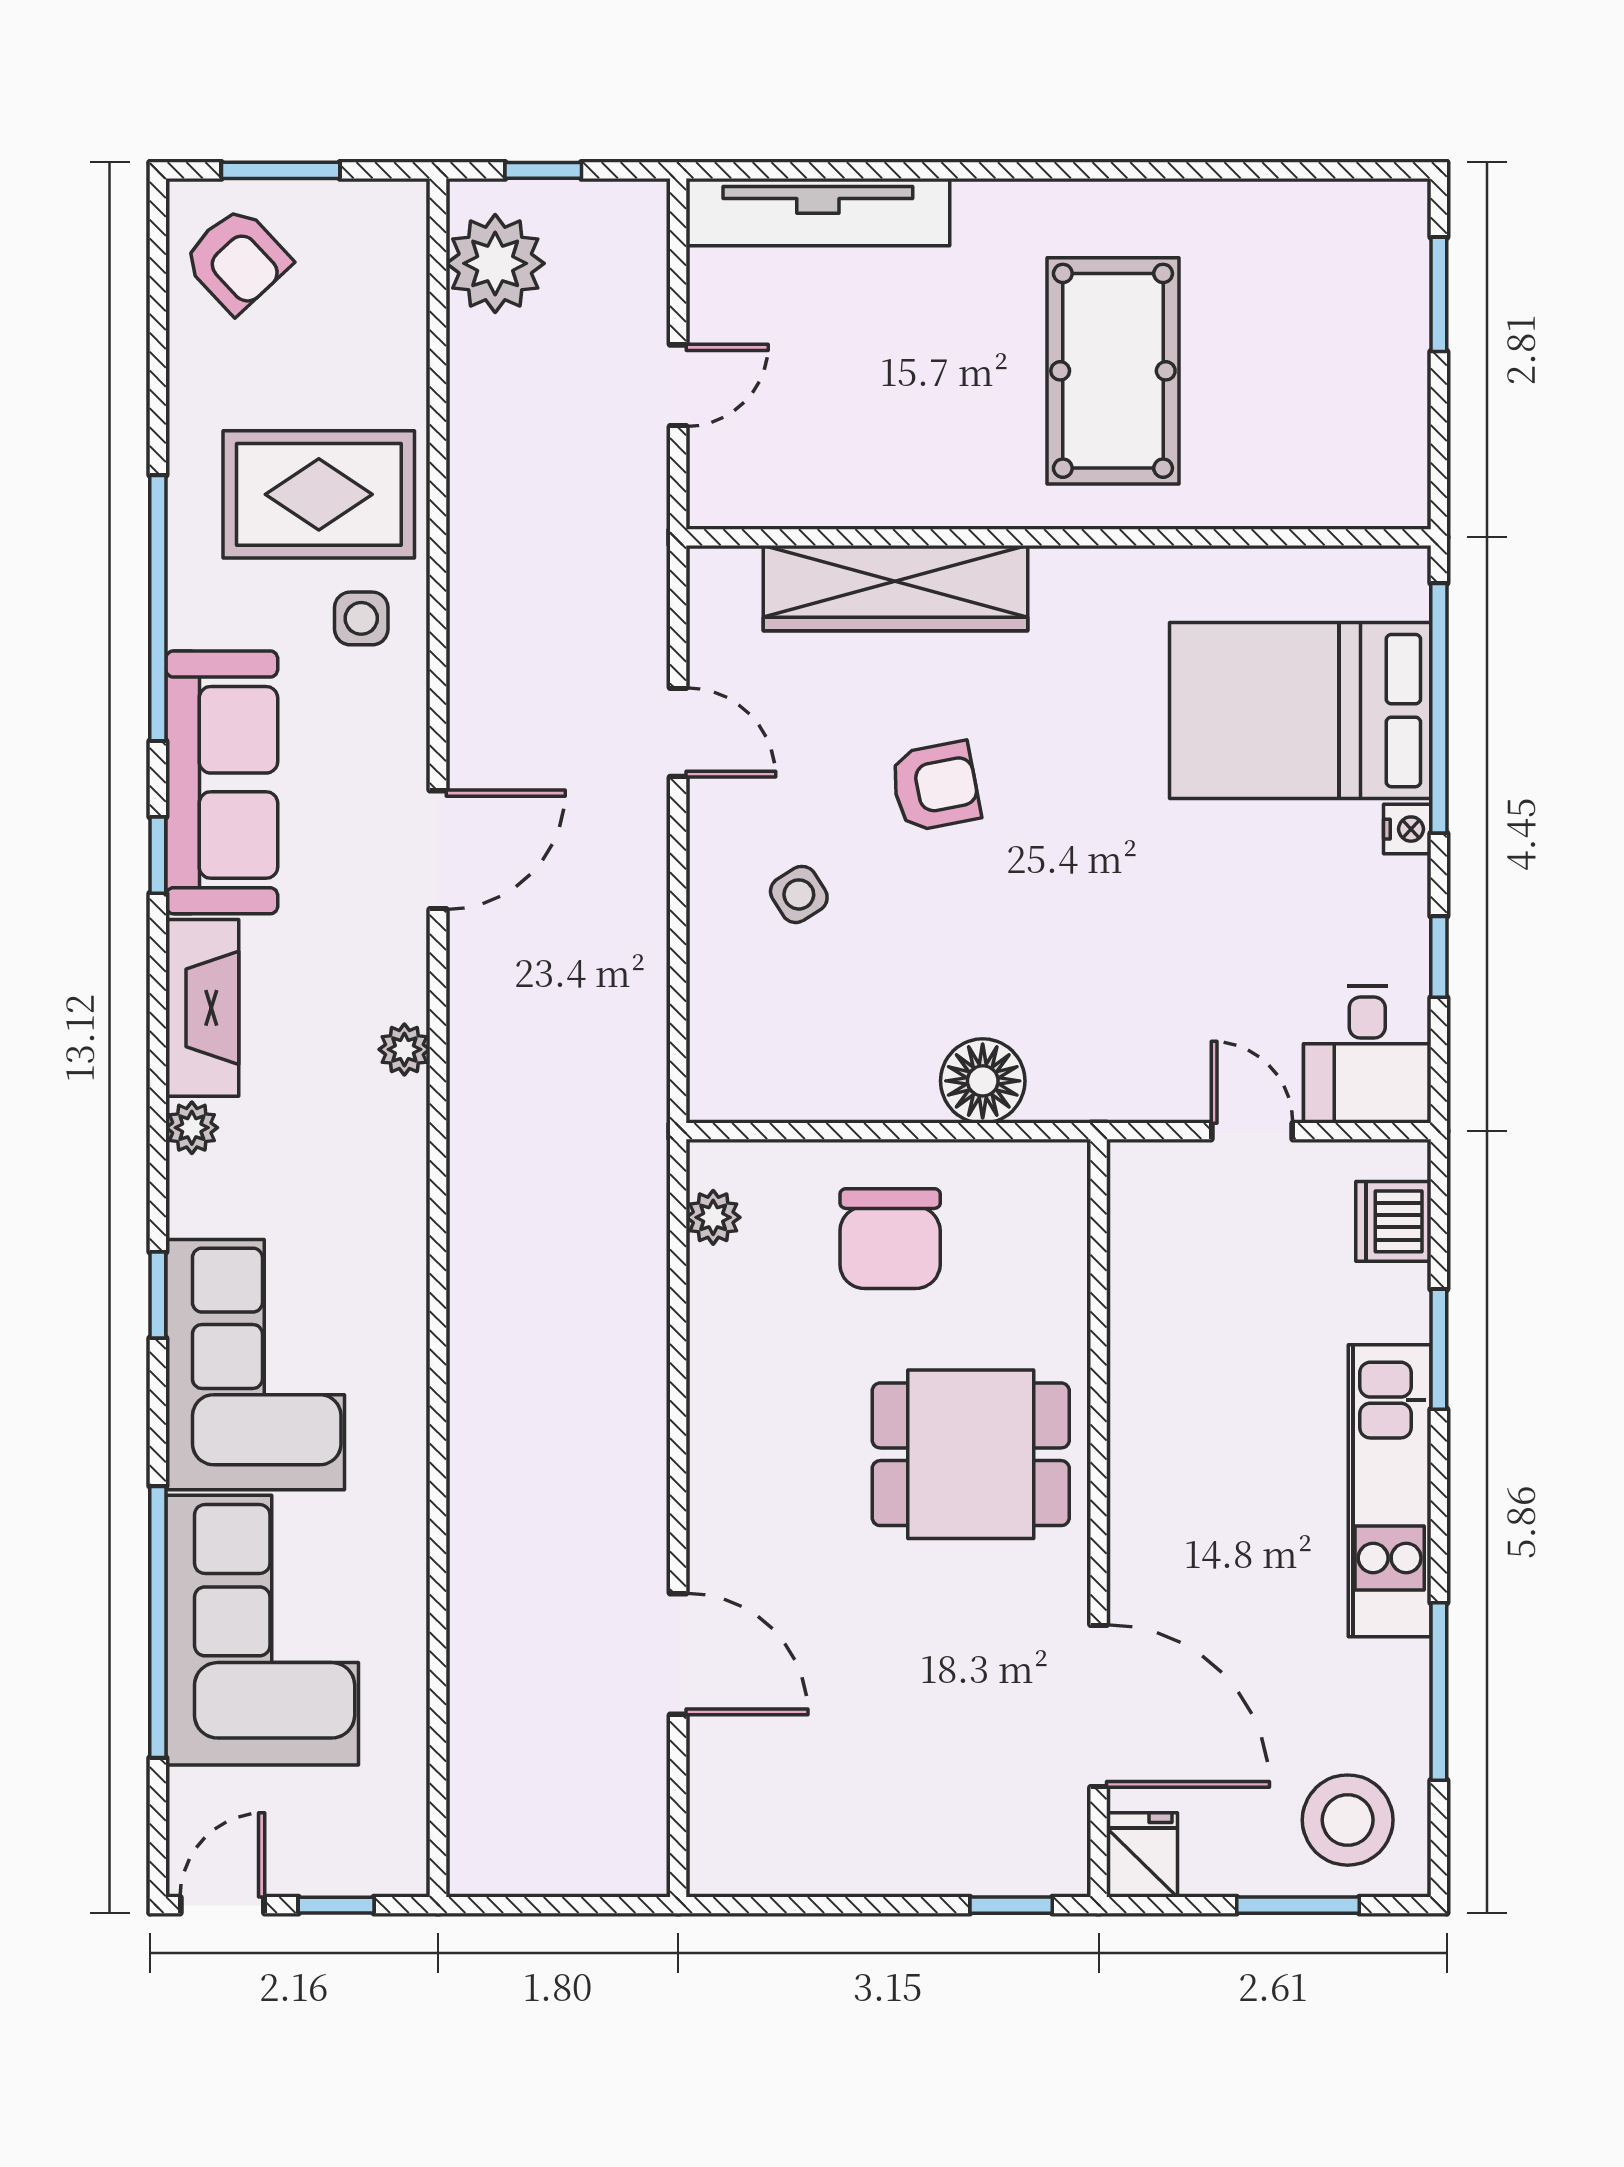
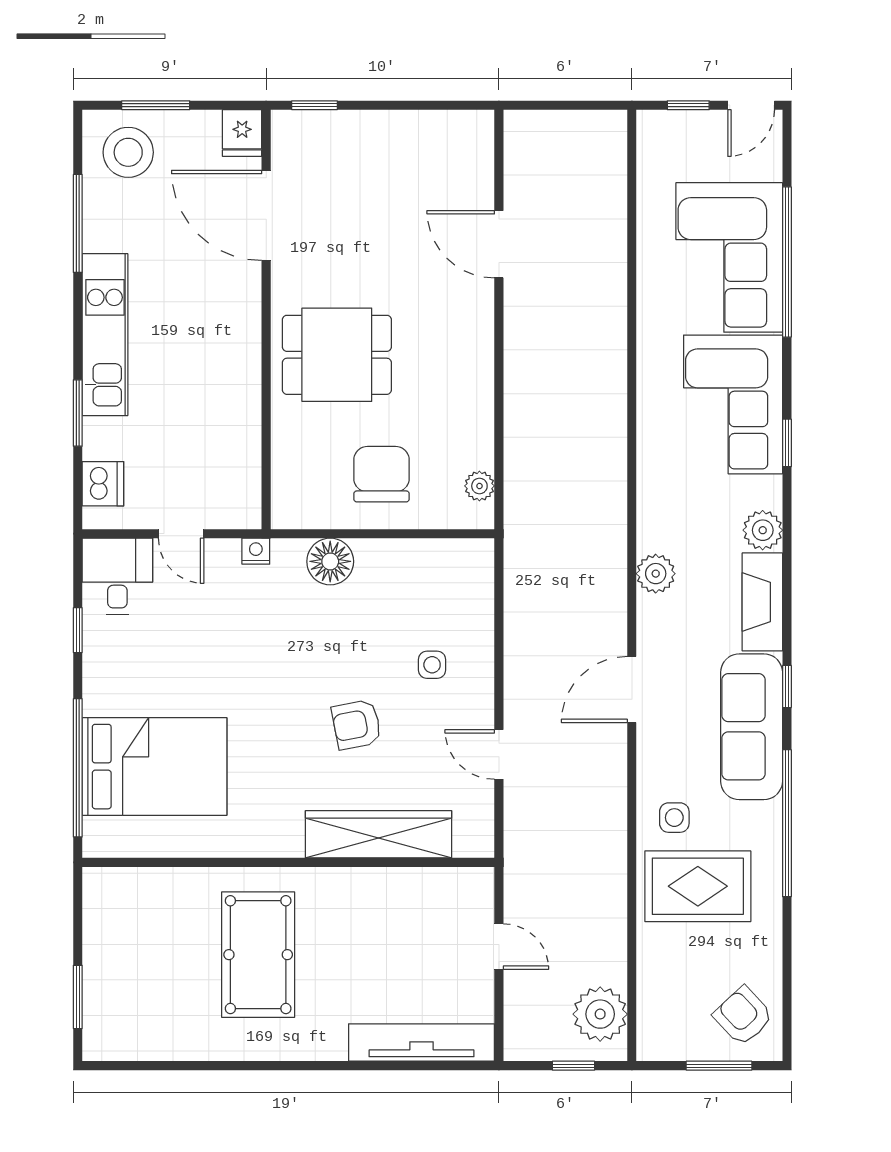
door: (678, 385) -> (499, 947), swing flipped
nightstand: (1407, 829) -> (256, 551), moved, turned 90
side table: (799, 894) -> (432, 665), turned 32
plant: (404, 1049) -> (656, 574), width x1.38, depth x1.38
plant: (192, 1128) -> (763, 530), width x1.38, depth x1.38

